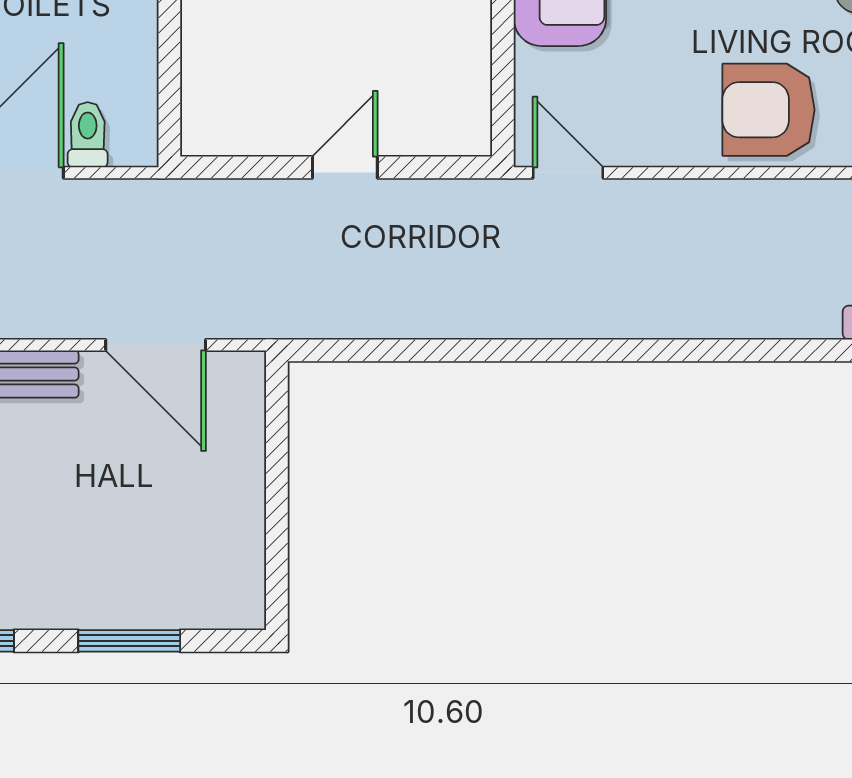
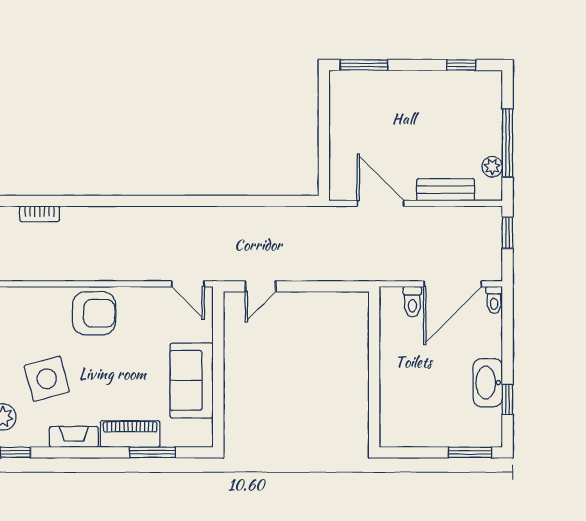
door: (345, 167) -> (261, 286), moved
window: (129, 641) -> (364, 65), moved

